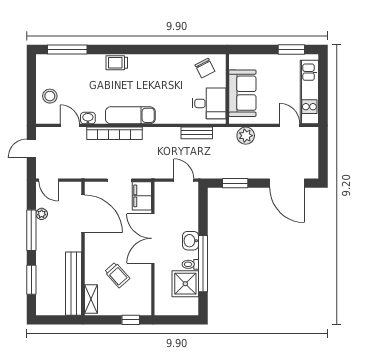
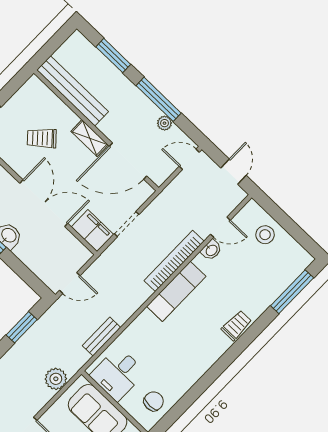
chair: (205, 68) -> (154, 401), turned 117
shelving: (91, 299) -> (90, 138), moved

